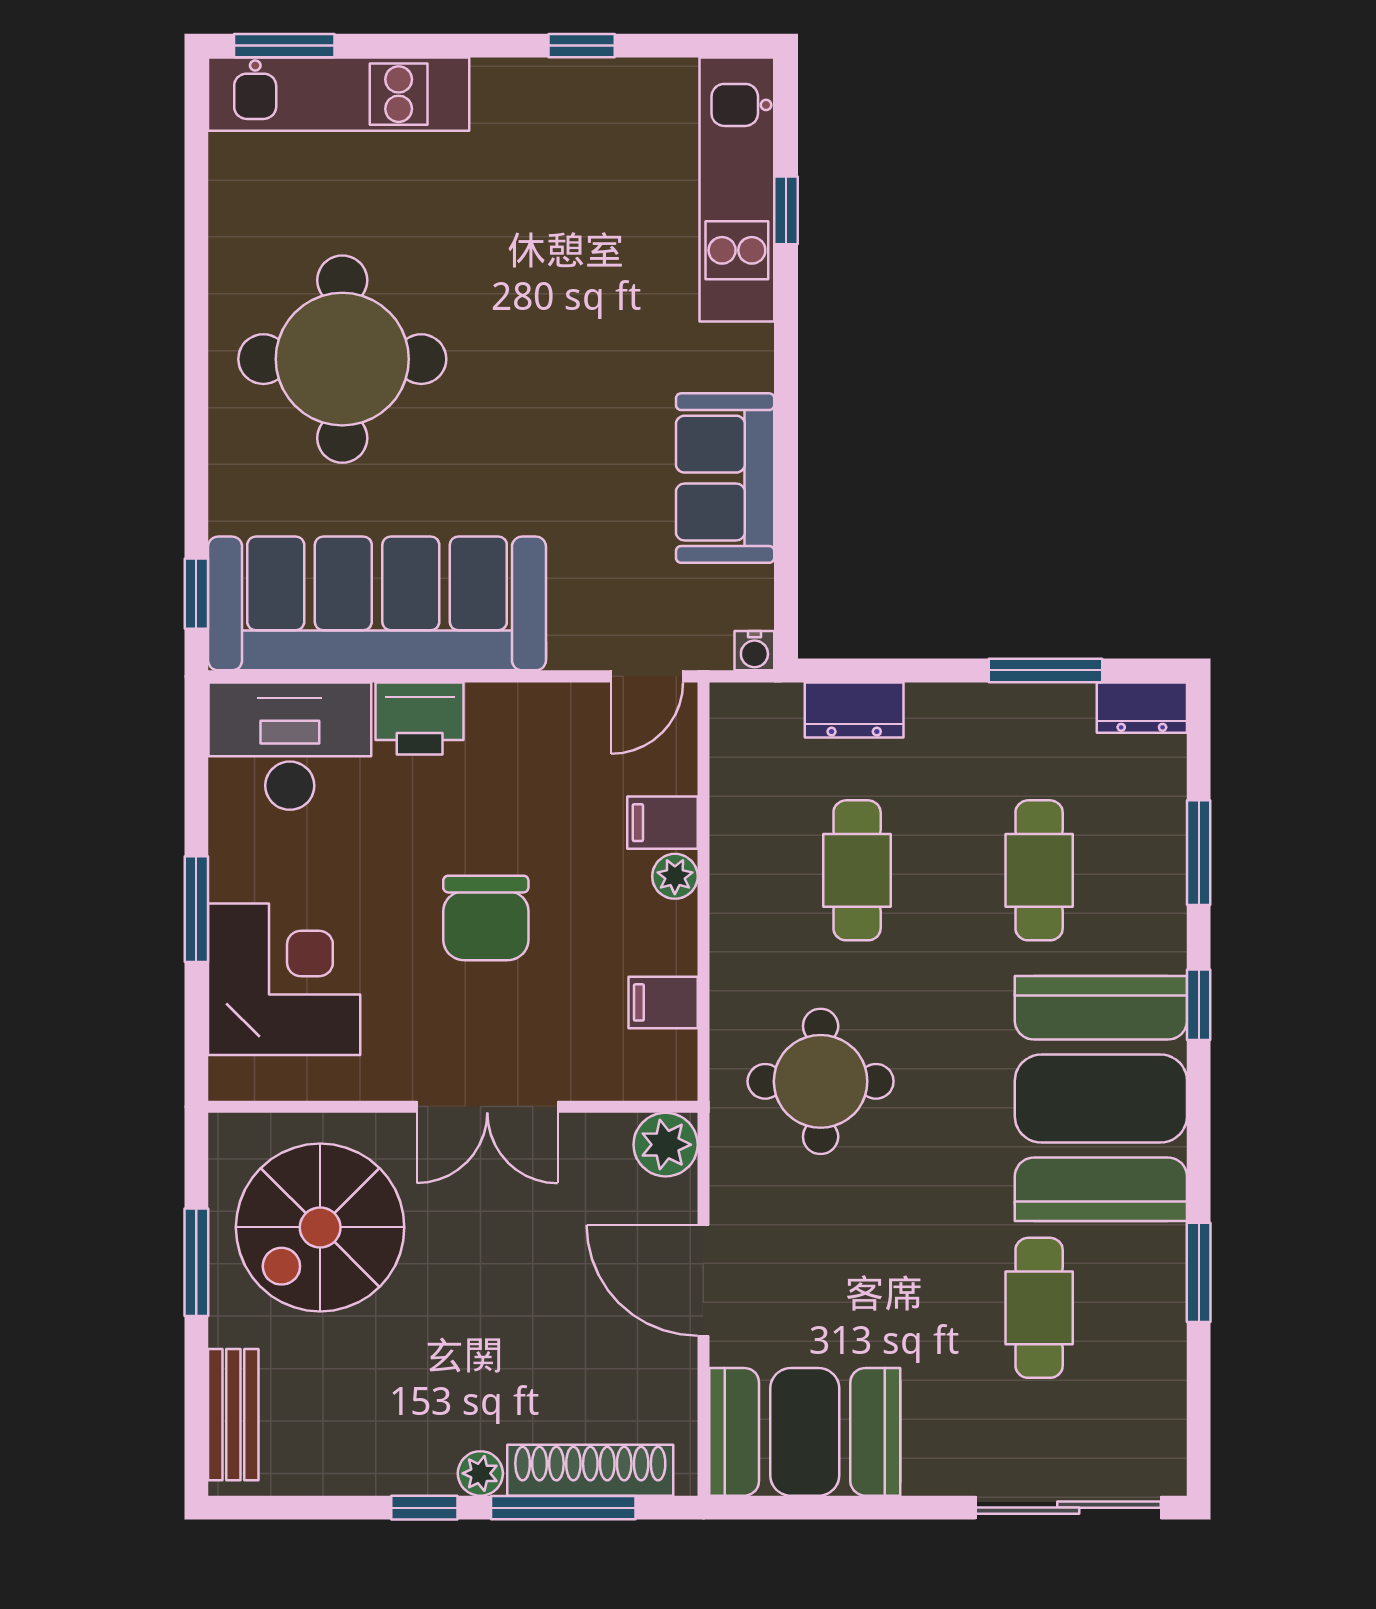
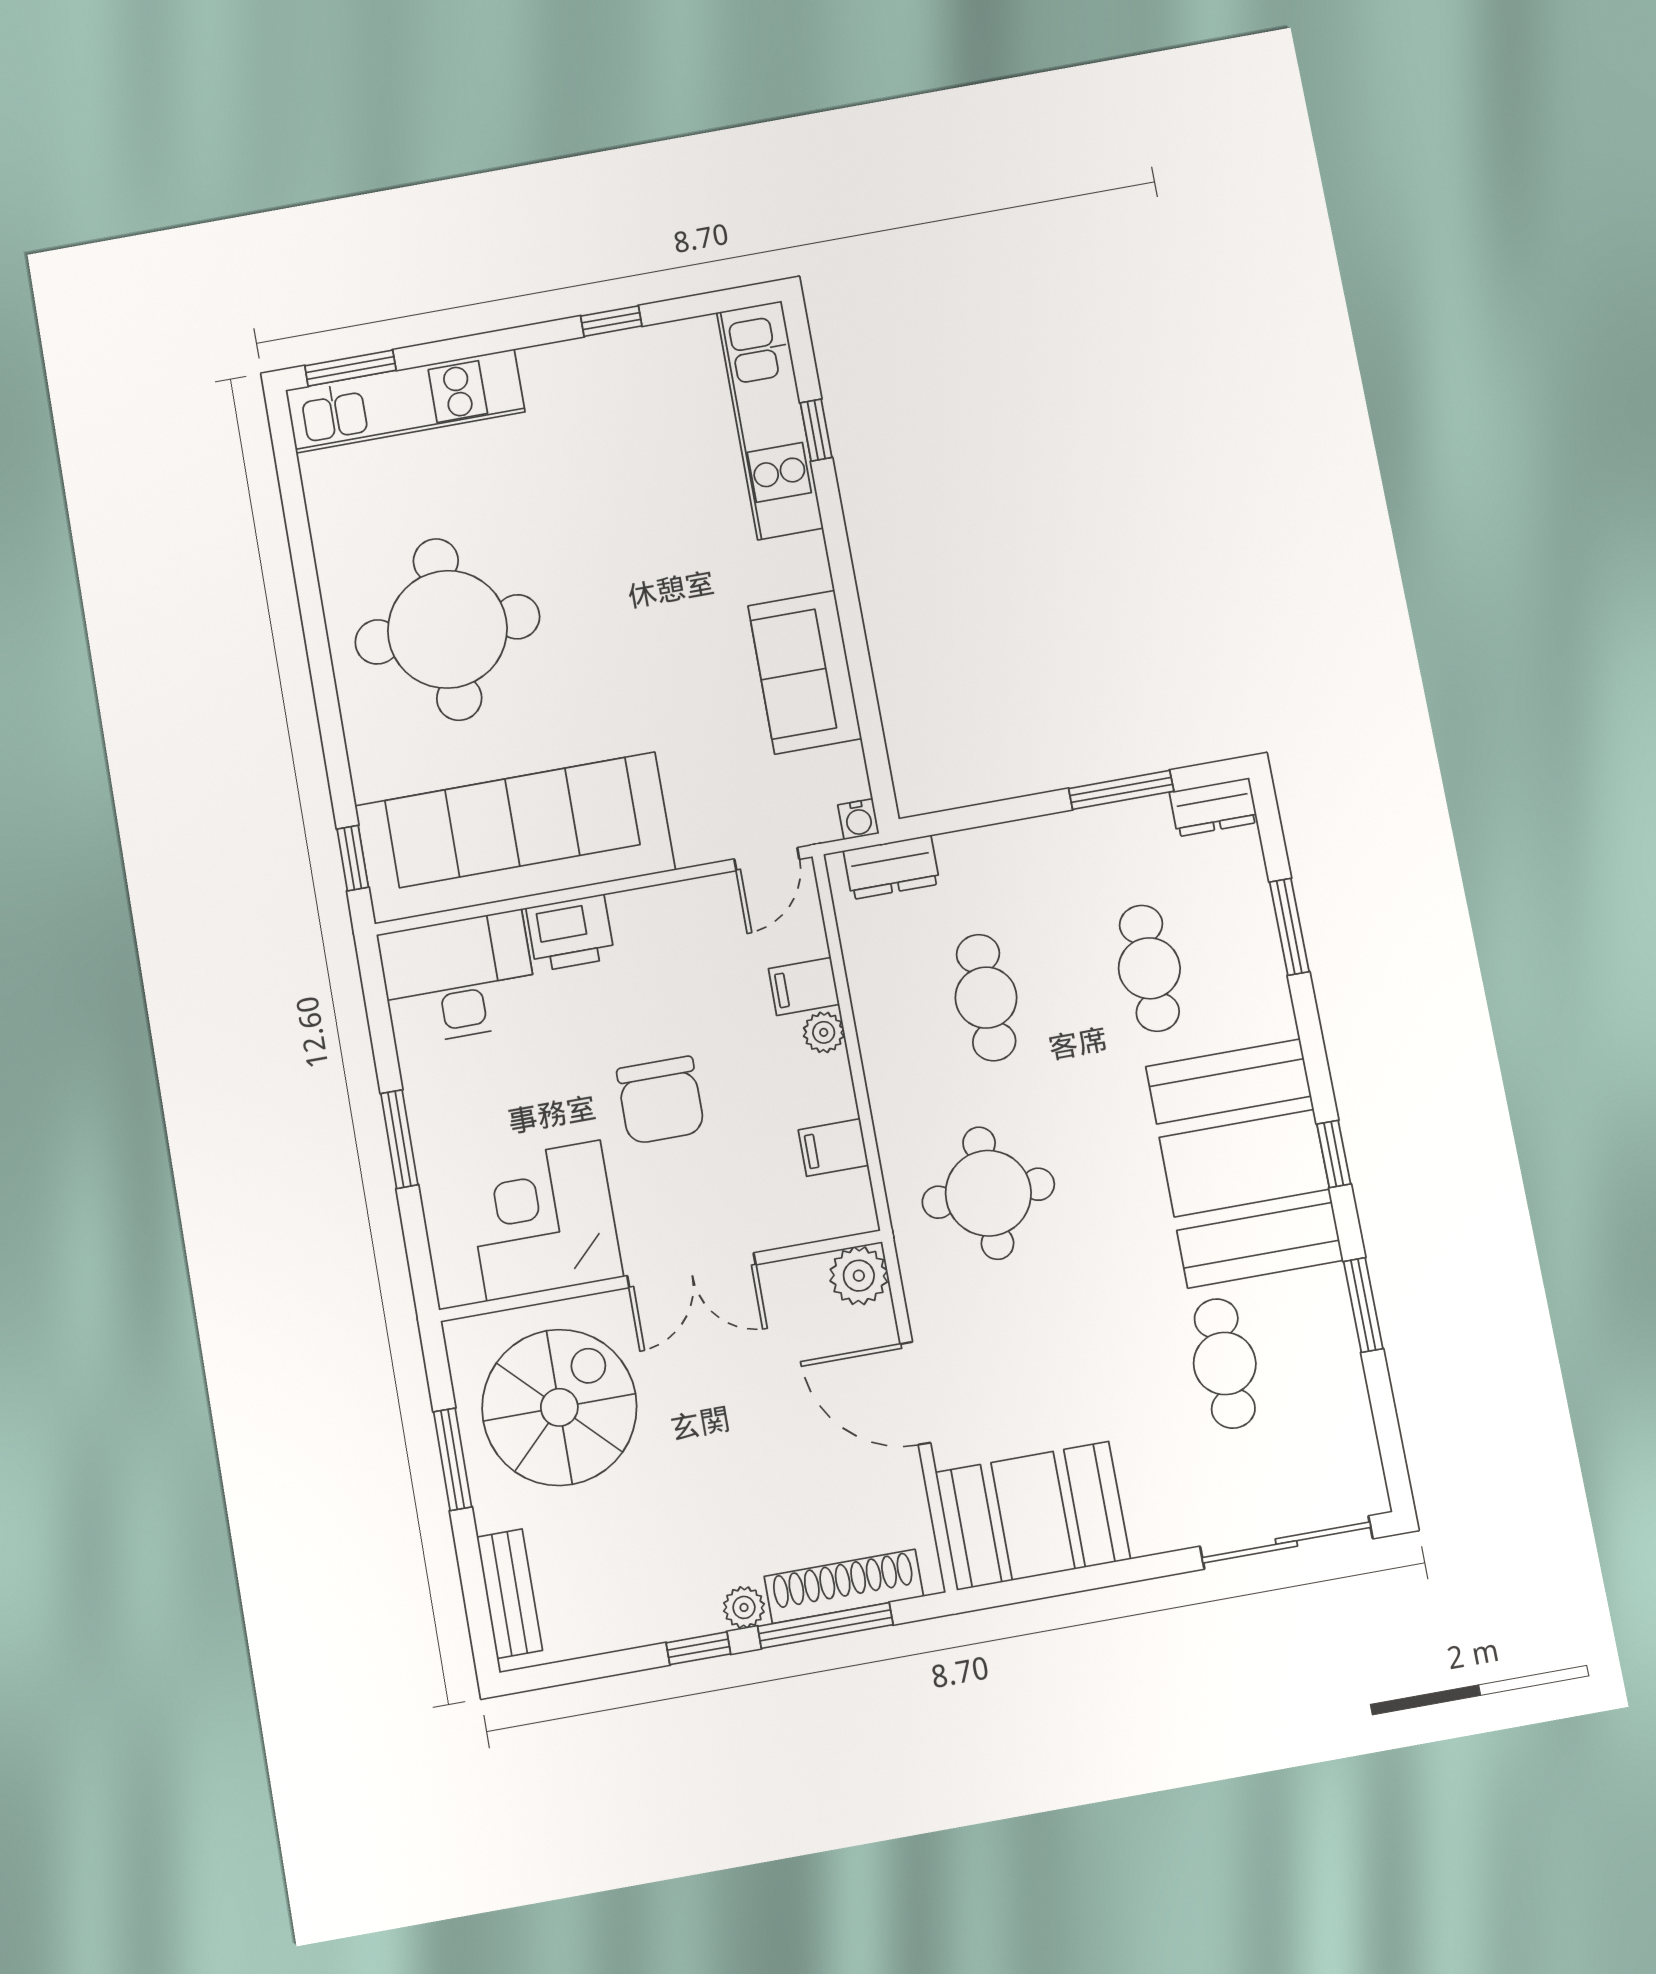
dresser: (854, 710) -> (891, 867), moved
corner desk: (284, 979) -> (544, 1221), moved, turned -90
window: (1199, 1005) -> (1334, 1154), moved
spiral stairs: (320, 1227) -> (559, 1407), turned 180

